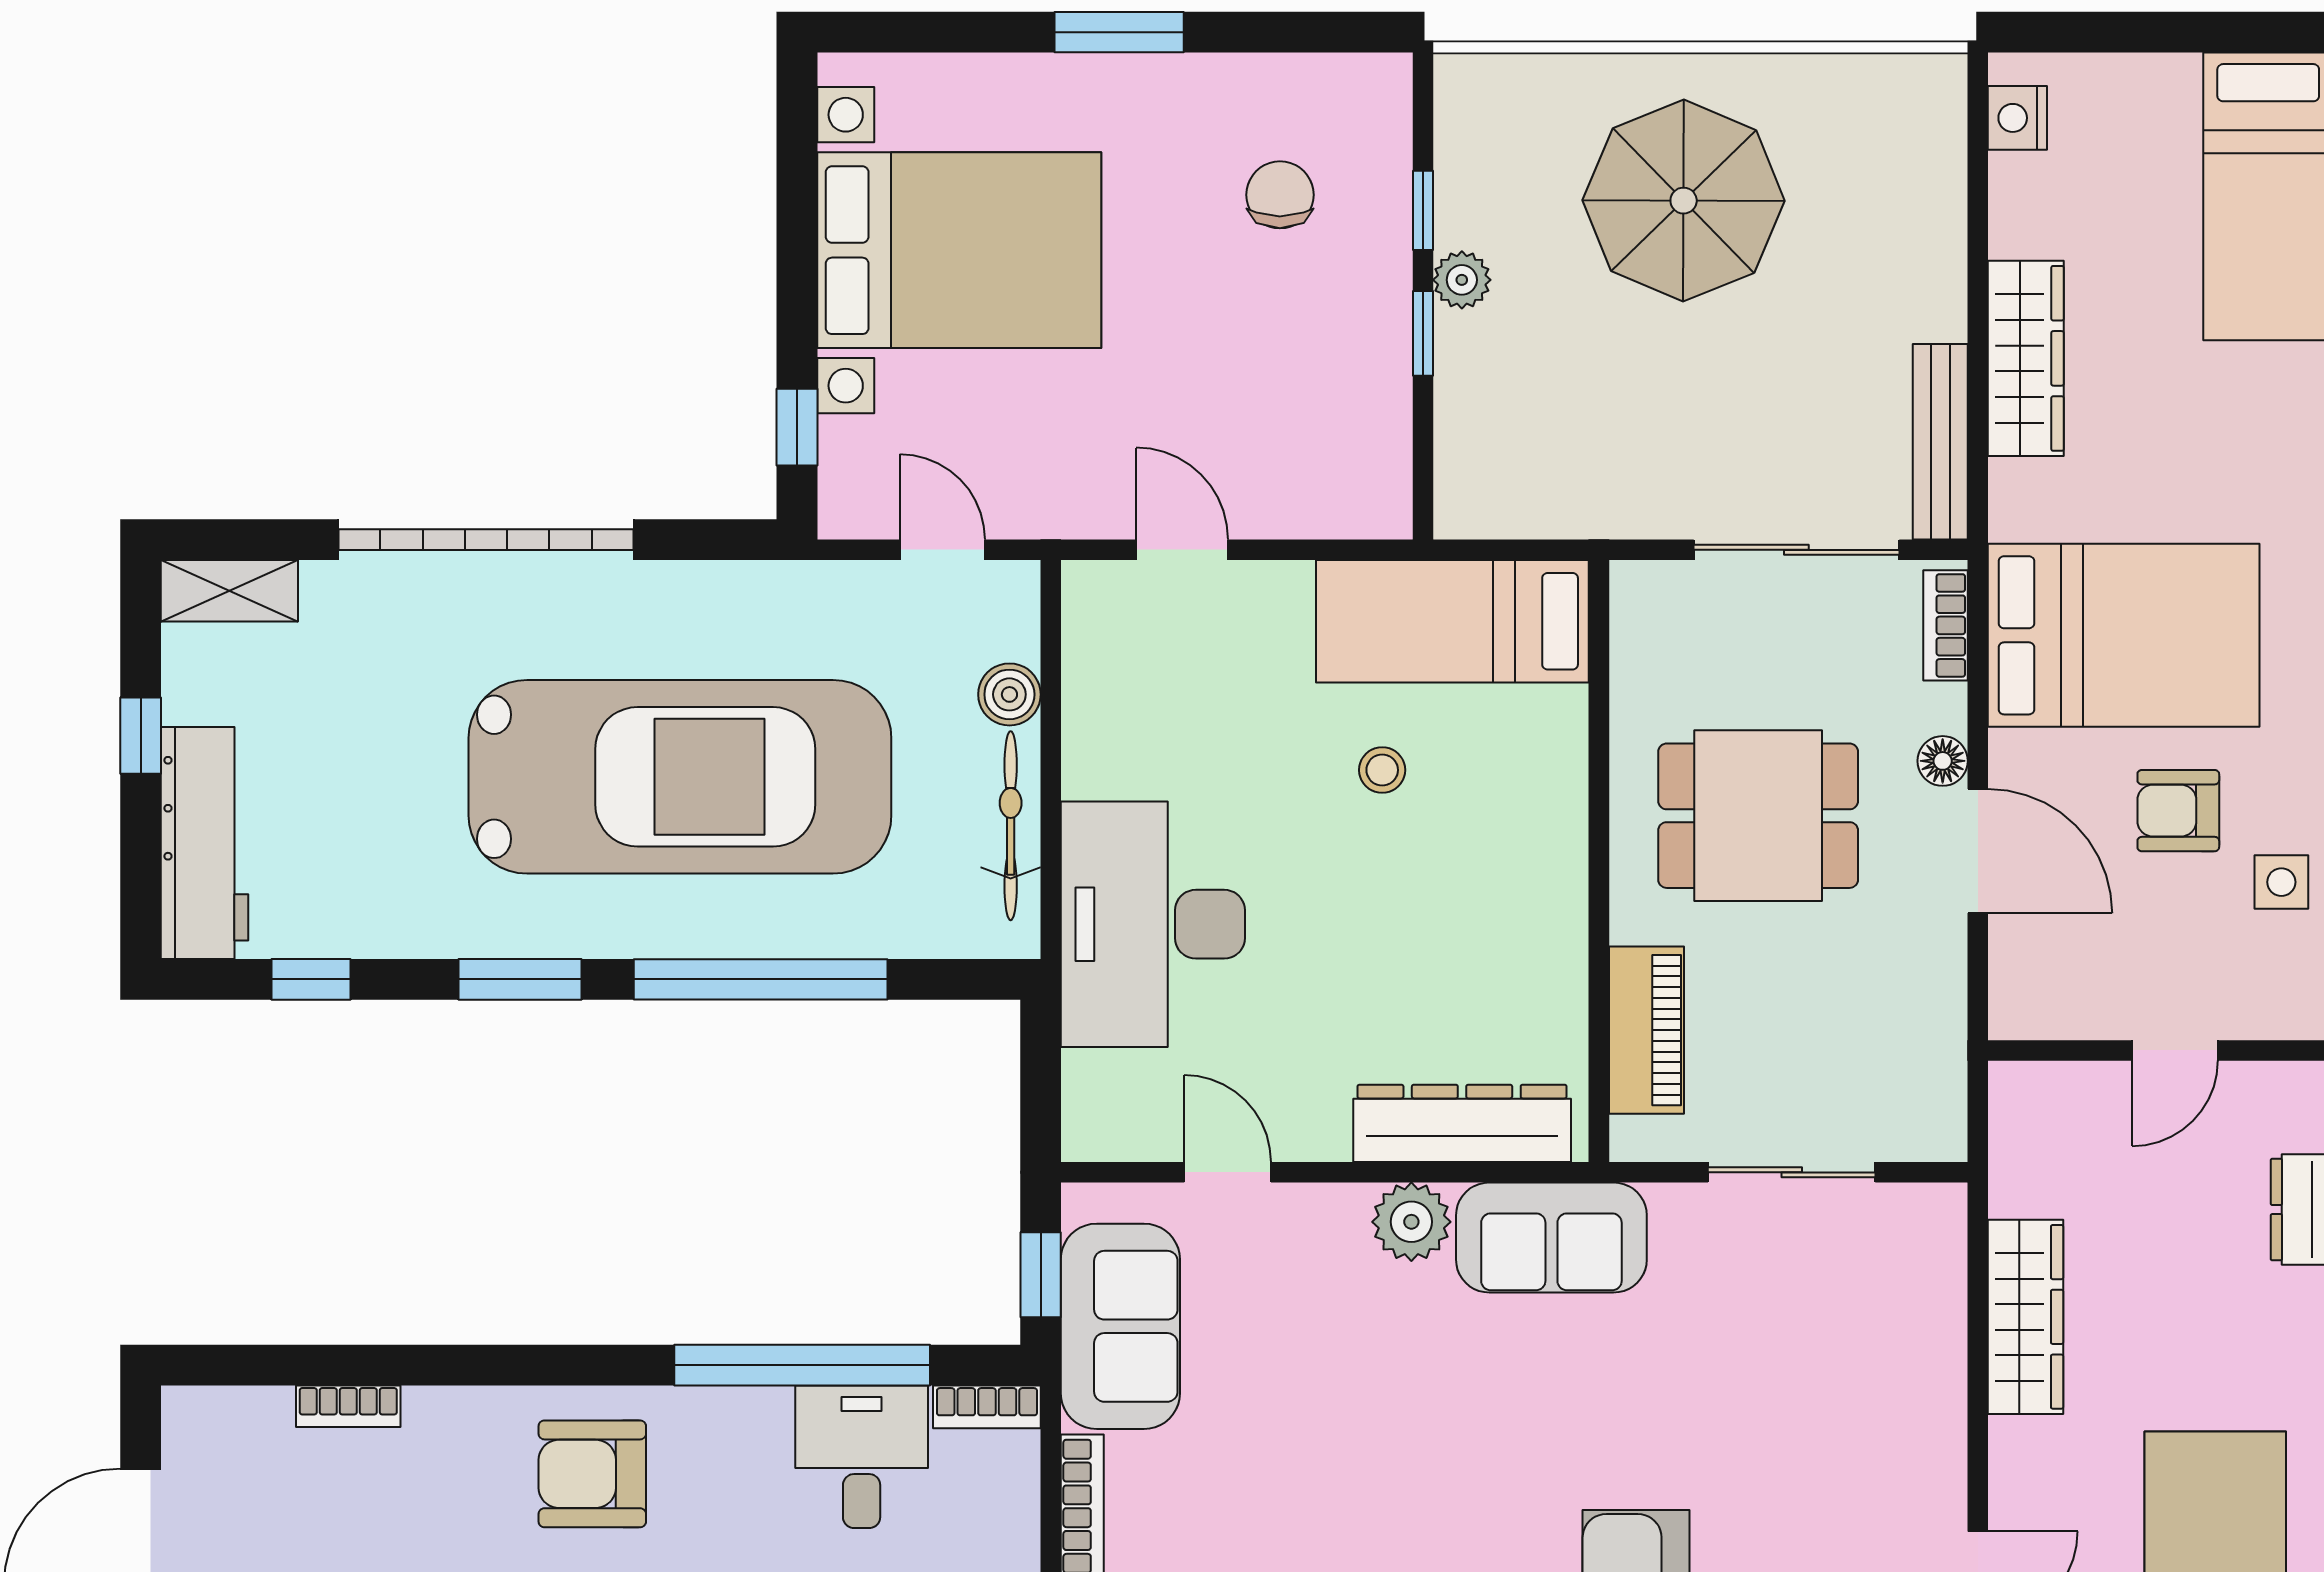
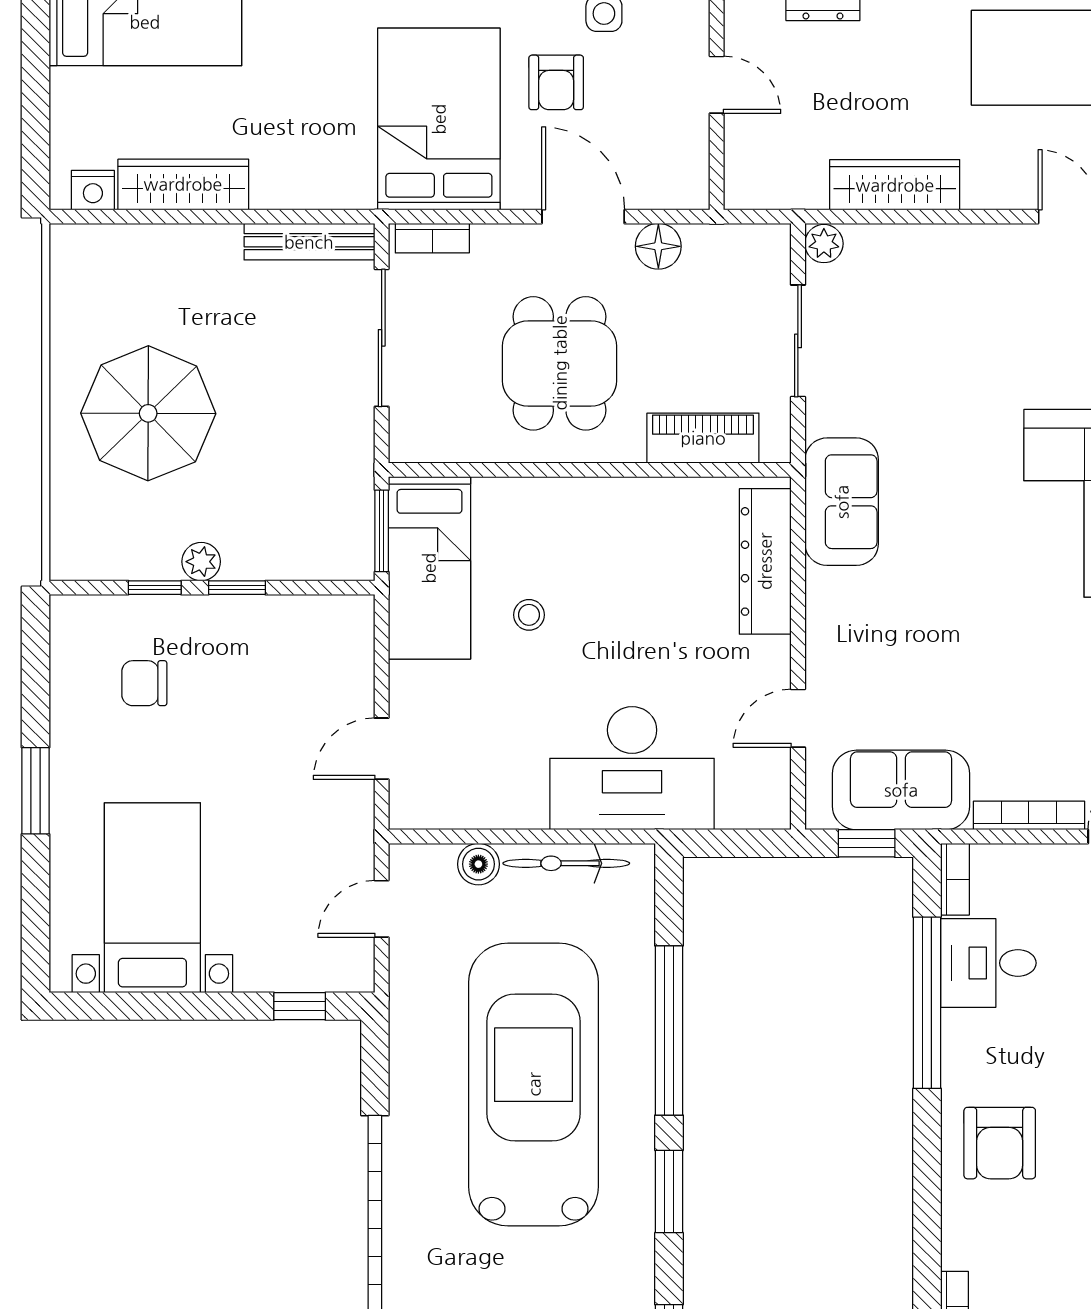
bed with nightstands: (959, 250) -> (152, 898), width x0.73
wardrobe: (2026, 358) -> (183, 184), moved
window: (1508, 550) -> (382, 531), added
floor lamp: (1943, 761) -> (658, 246), moved, width x1.37, depth x1.37
door: (1978, 851) -> (583, 217), hinge flipped
plant: (1411, 1222) -> (824, 244), moved, width x0.73, depth x0.73

